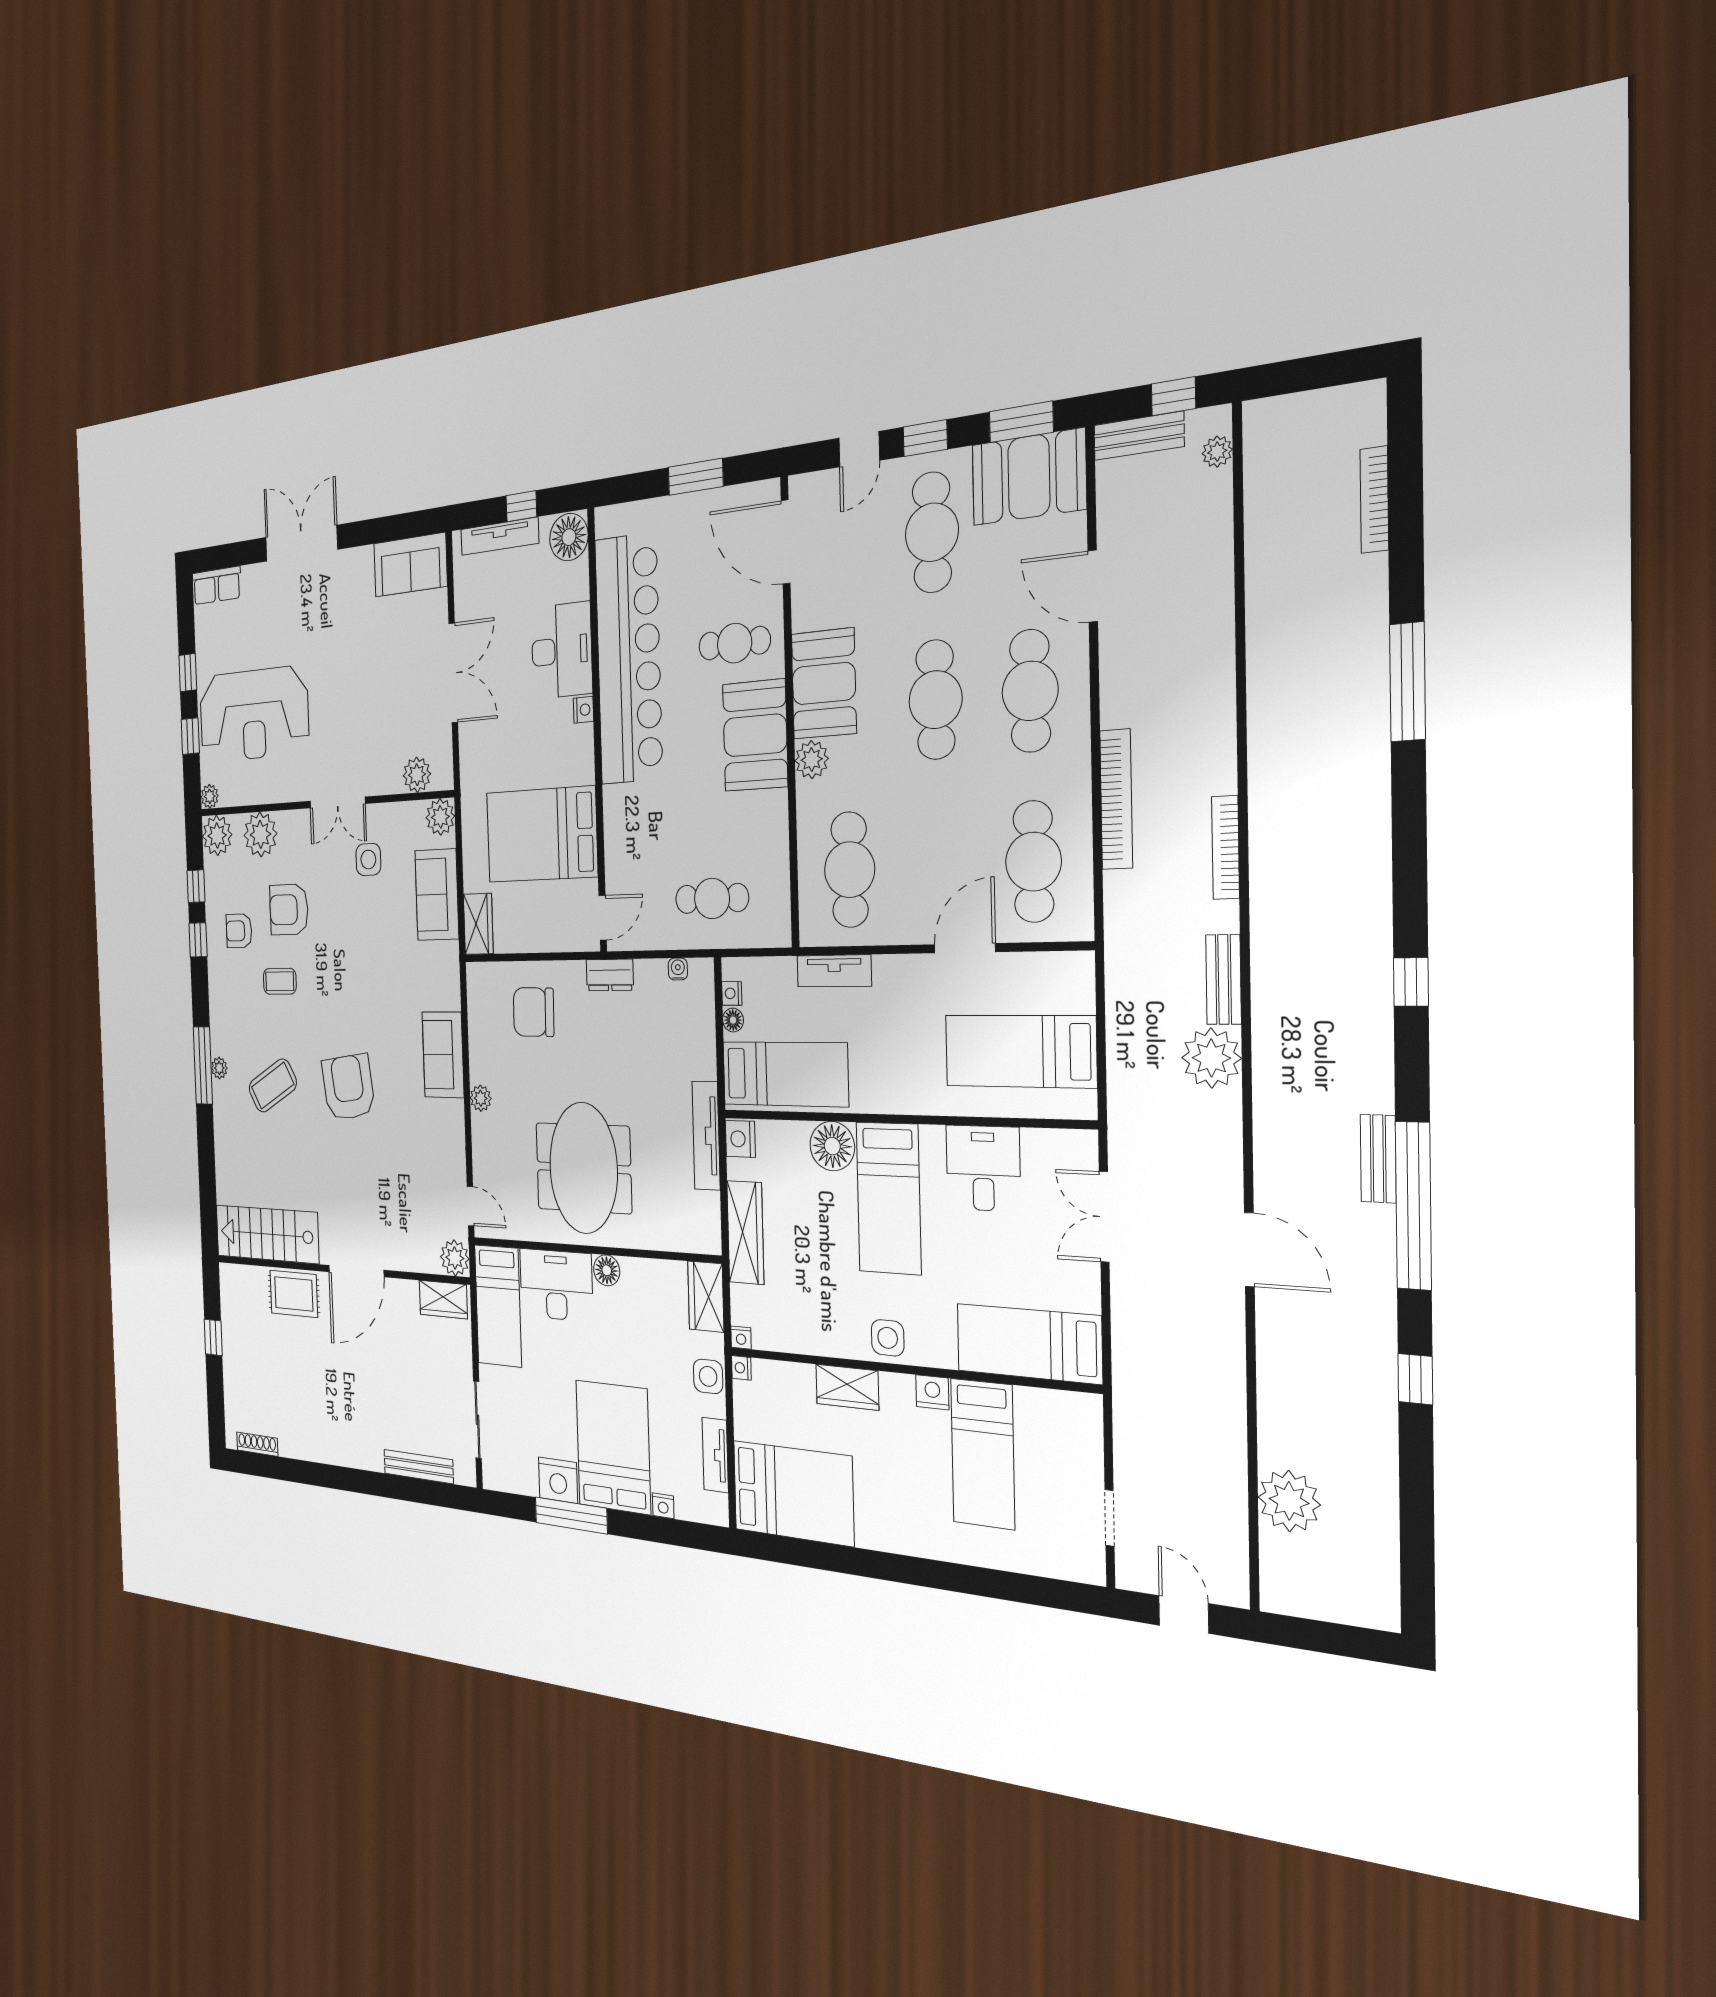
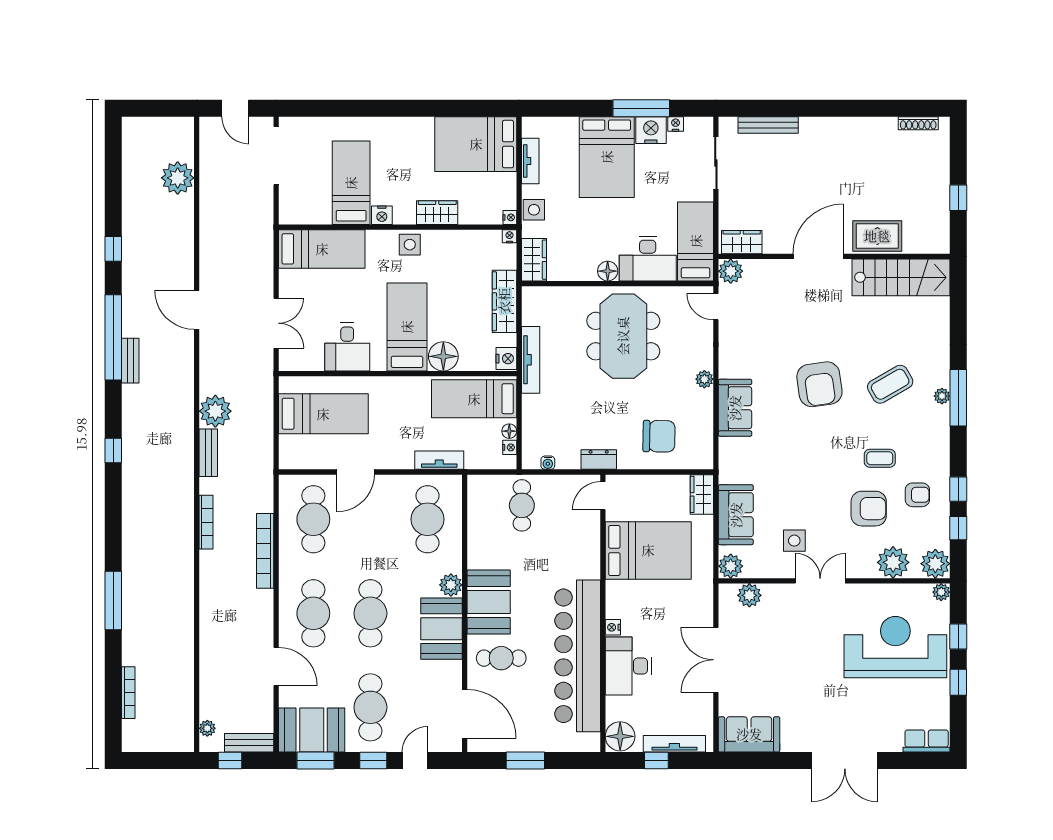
cafe table: (712, 898) -> (522, 505), turned 90
nightstand: (663, 1506) -> (676, 124), moved
doorway: (1110, 1518) -> (276, 156), width x1.87

